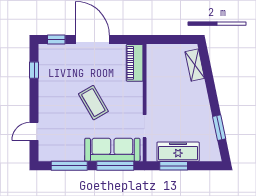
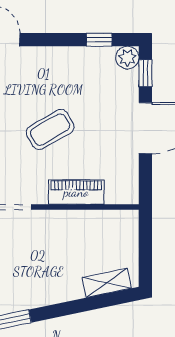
plant: (46, 51) -> (127, 58), added
piano: (135, 63) -> (76, 192), moved

